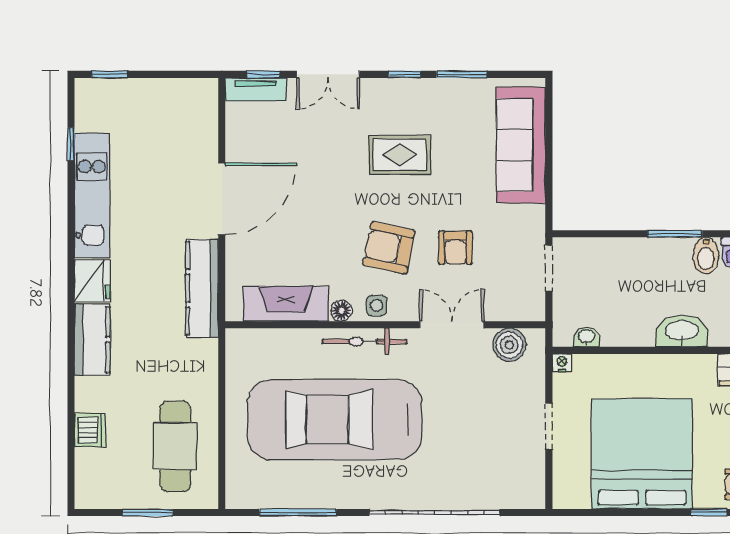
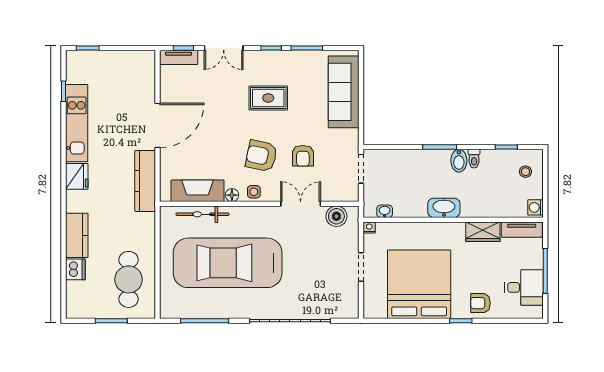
kitchen counter: (92, 340) -> (77, 235), moved
bicycle: (365, 342) -> (202, 214), moved

